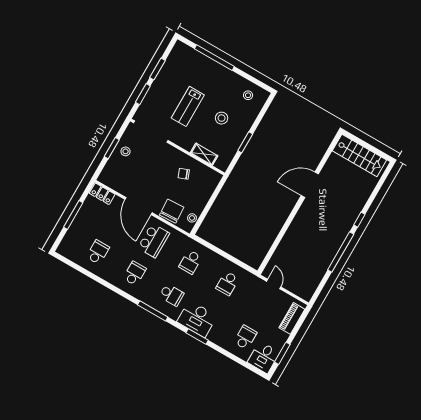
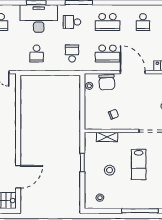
lab bench: (188, 106) -> (139, 164), turned 180
door: (310, 185) -> (18, 177), moved
school desk: (154, 241) -> (107, 54), turned -90
school desk: (135, 273) -> (107, 22), width x1.85
school desk: (227, 283) -> (37, 54), turned 180
desk: (197, 319) -> (39, 18), width x1.36, depth x1.30

